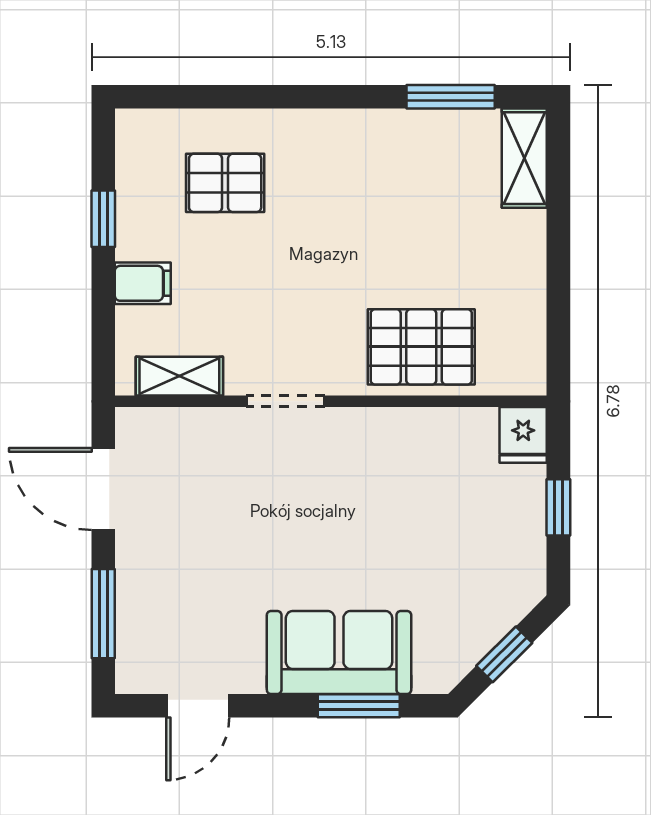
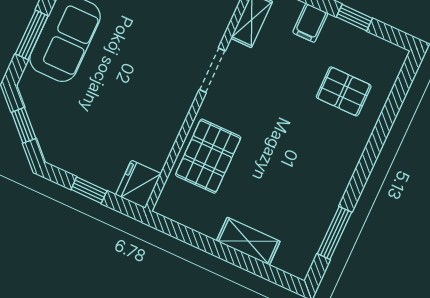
shelving: (524, 158) -> (248, 241), moved
pallet: (225, 183) -> (344, 91), turned 90
fridge: (523, 435) -> (138, 184), width x1.38

